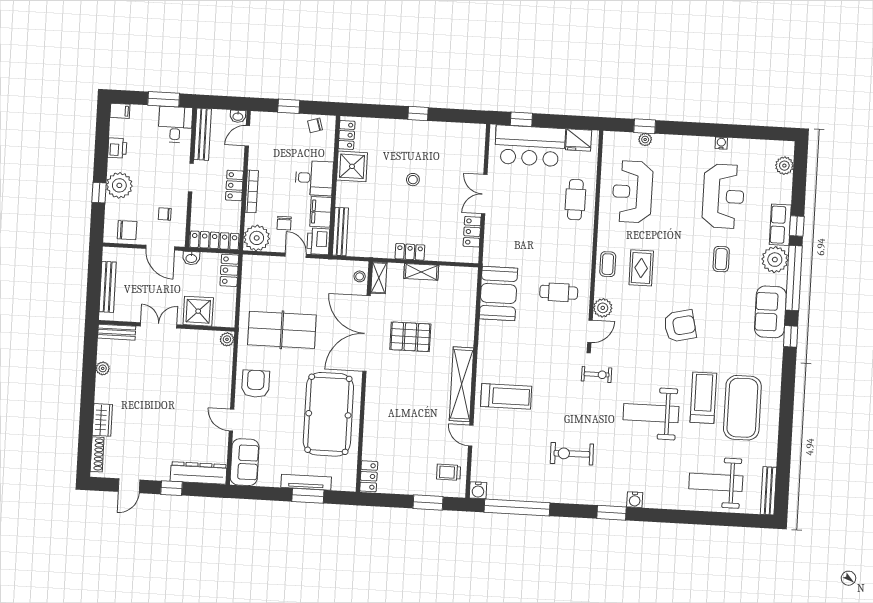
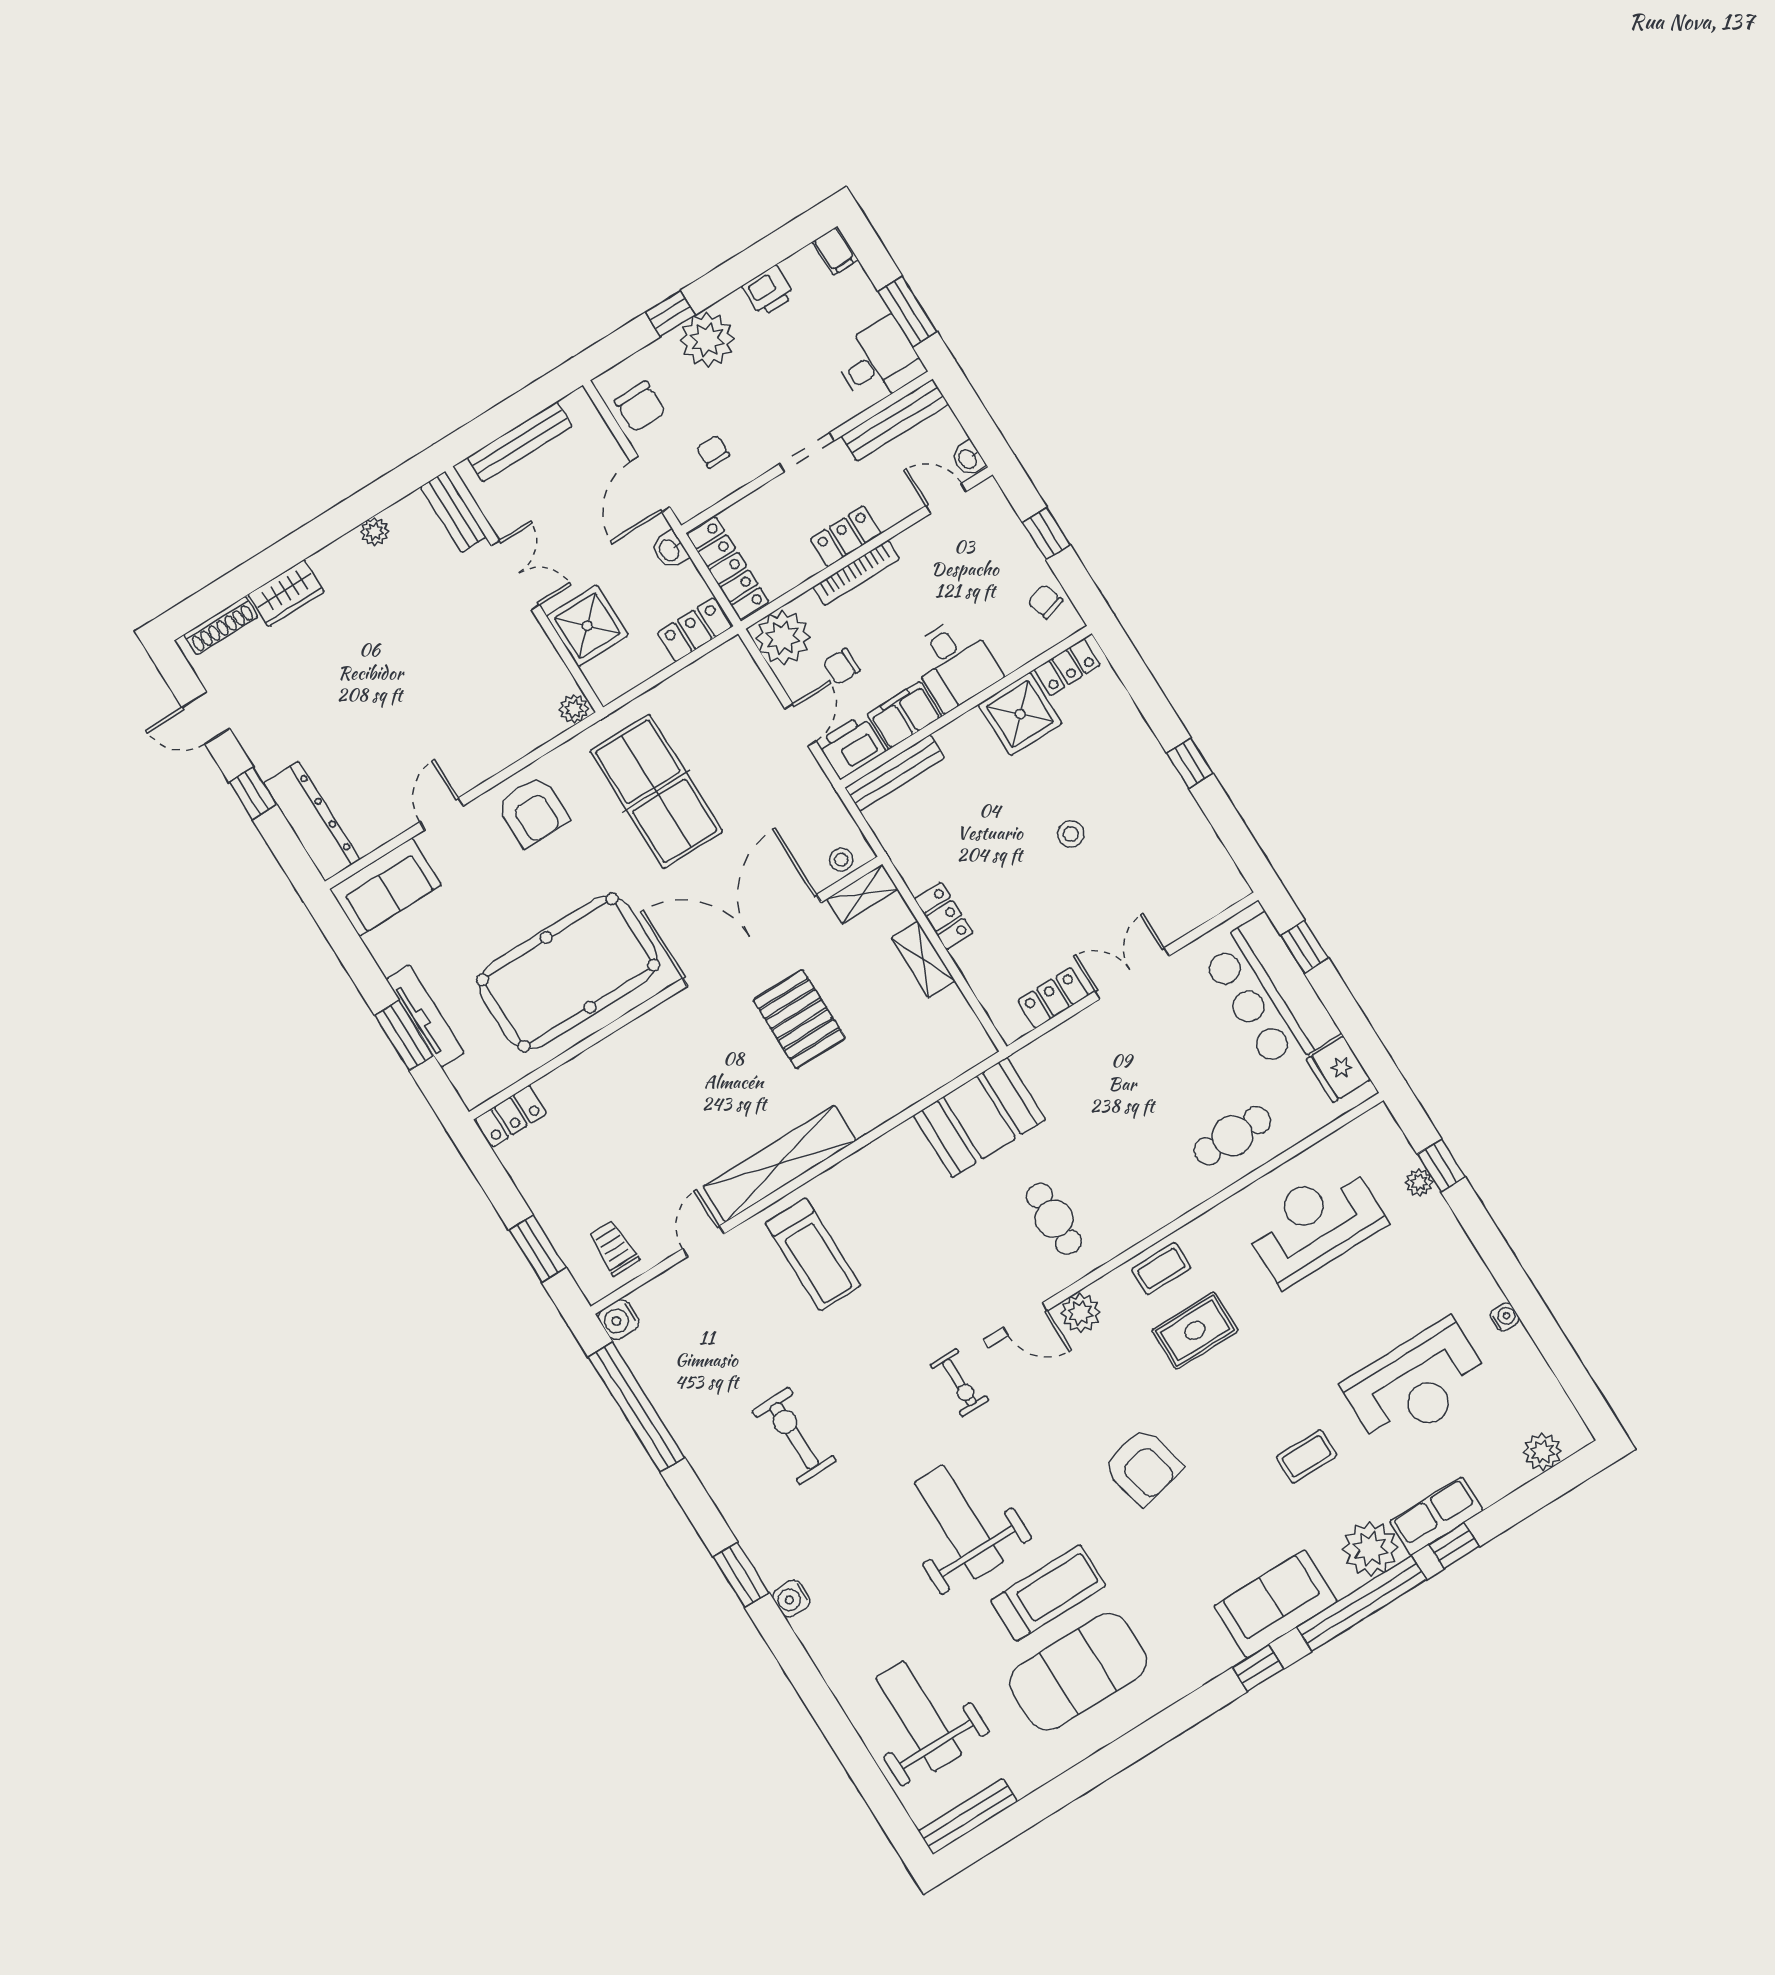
armchair: (256, 384) -> (533, 811), turned 90

